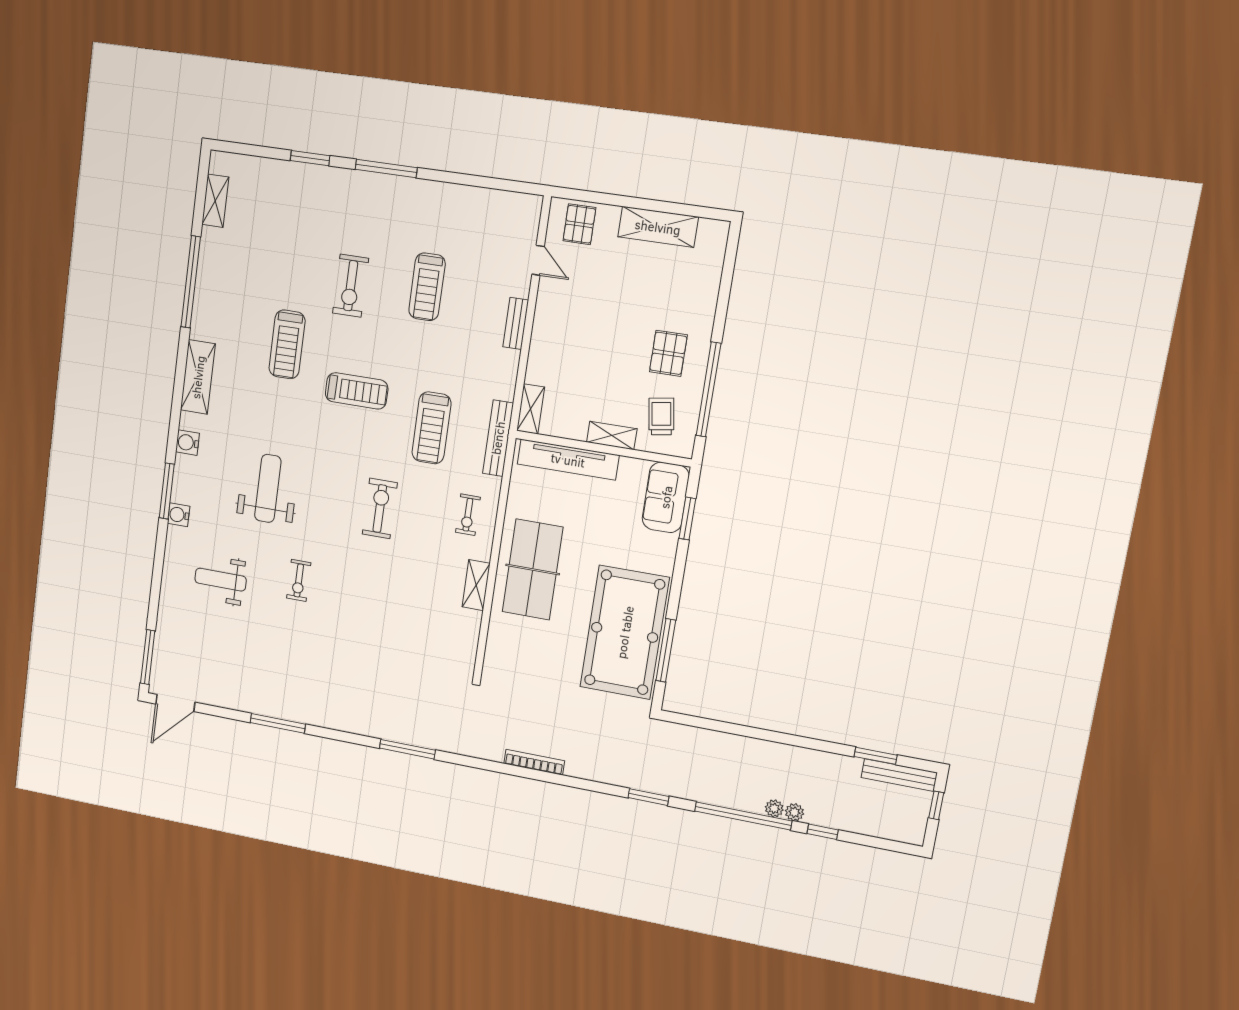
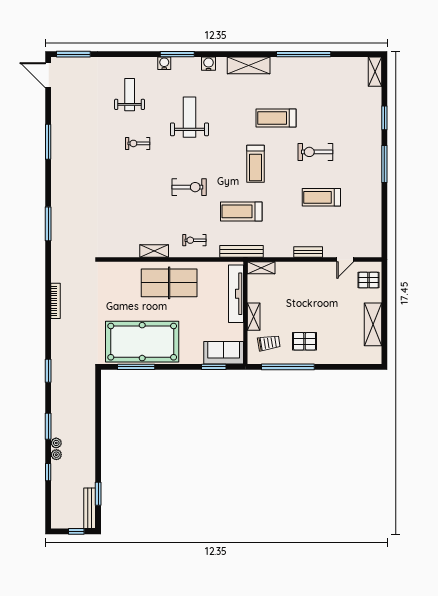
shelving: (215, 201) -> (375, 72), moved, turned 90
weight bench: (268, 488) -> (189, 117), turned -90
window: (743, 816) -> (48, 426), width x0.47

